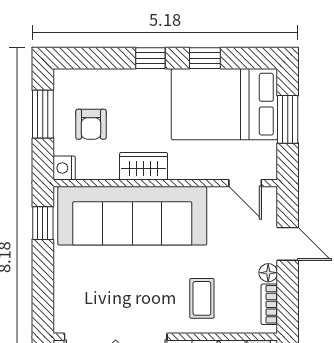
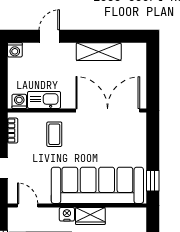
nightstand: (64, 168) -> (67, 214), moved, turned -90
floor lamp: (268, 273) -> (13, 150), removed

